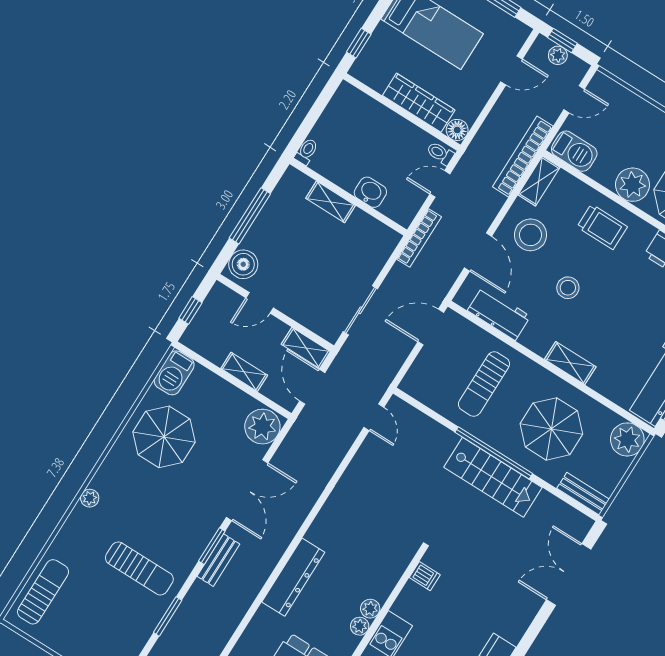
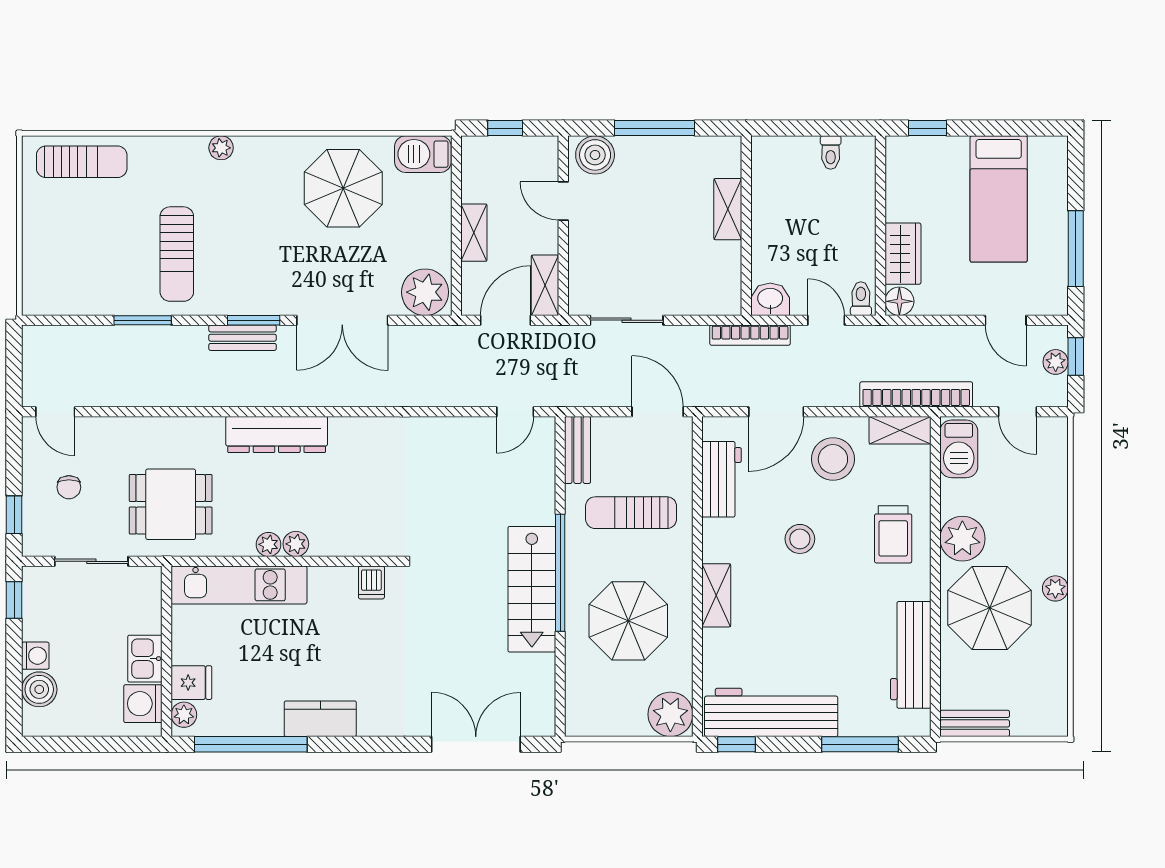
wardrobe: (419, 103) -> (903, 254), width x0.67
toilet: (306, 152) -> (831, 152), moved, turned 90
washbasin: (370, 192) -> (770, 299), moved, turned -90
bench: (583, 494) -> (578, 450), moved

